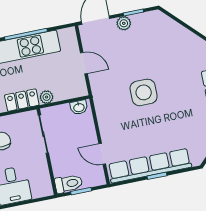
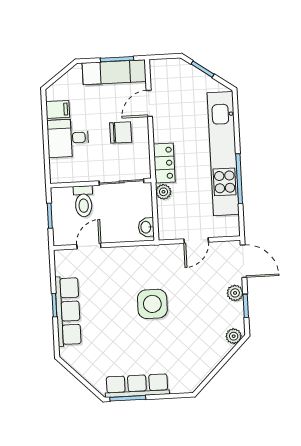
plant: (161, 19) -> (234, 336), added
row of seats: (150, 166) -> (68, 311), width x0.73
toilet: (69, 184) -> (83, 201), moved

